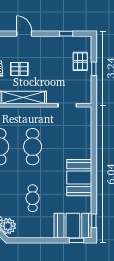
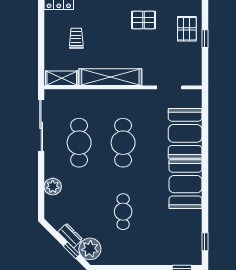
pallet: (19, 69) -> (143, 20), moved
booth: (73, 226) -> (185, 133), moved, turned 90

